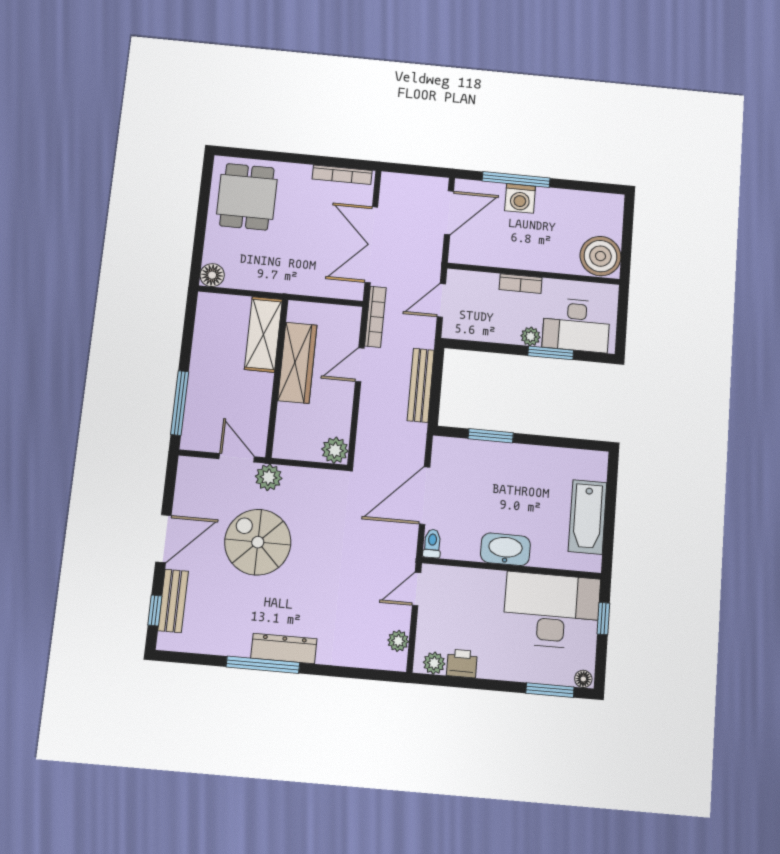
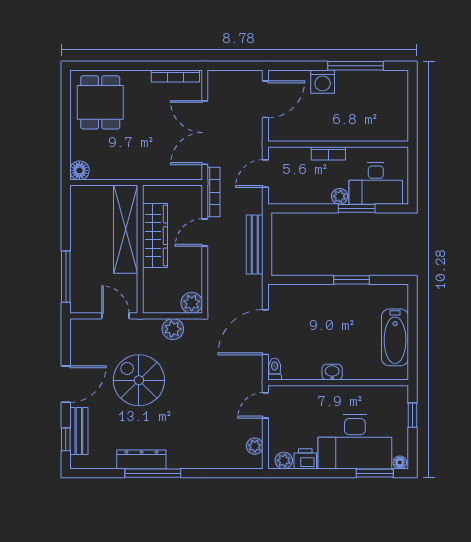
window: (516, 179) -> (355, 66), moved
boiler: (600, 256) -> (392, 124), removed
shelving: (263, 334) -> (126, 229), width x1.47
window: (491, 436) -> (351, 280), moved
plant: (269, 477) -> (173, 329), moved
washbasin: (505, 549) -> (332, 372), width x0.52, depth x0.69
desk: (552, 611) -> (355, 442), moved, turned 180
dresser: (284, 648) -> (141, 459), moved

